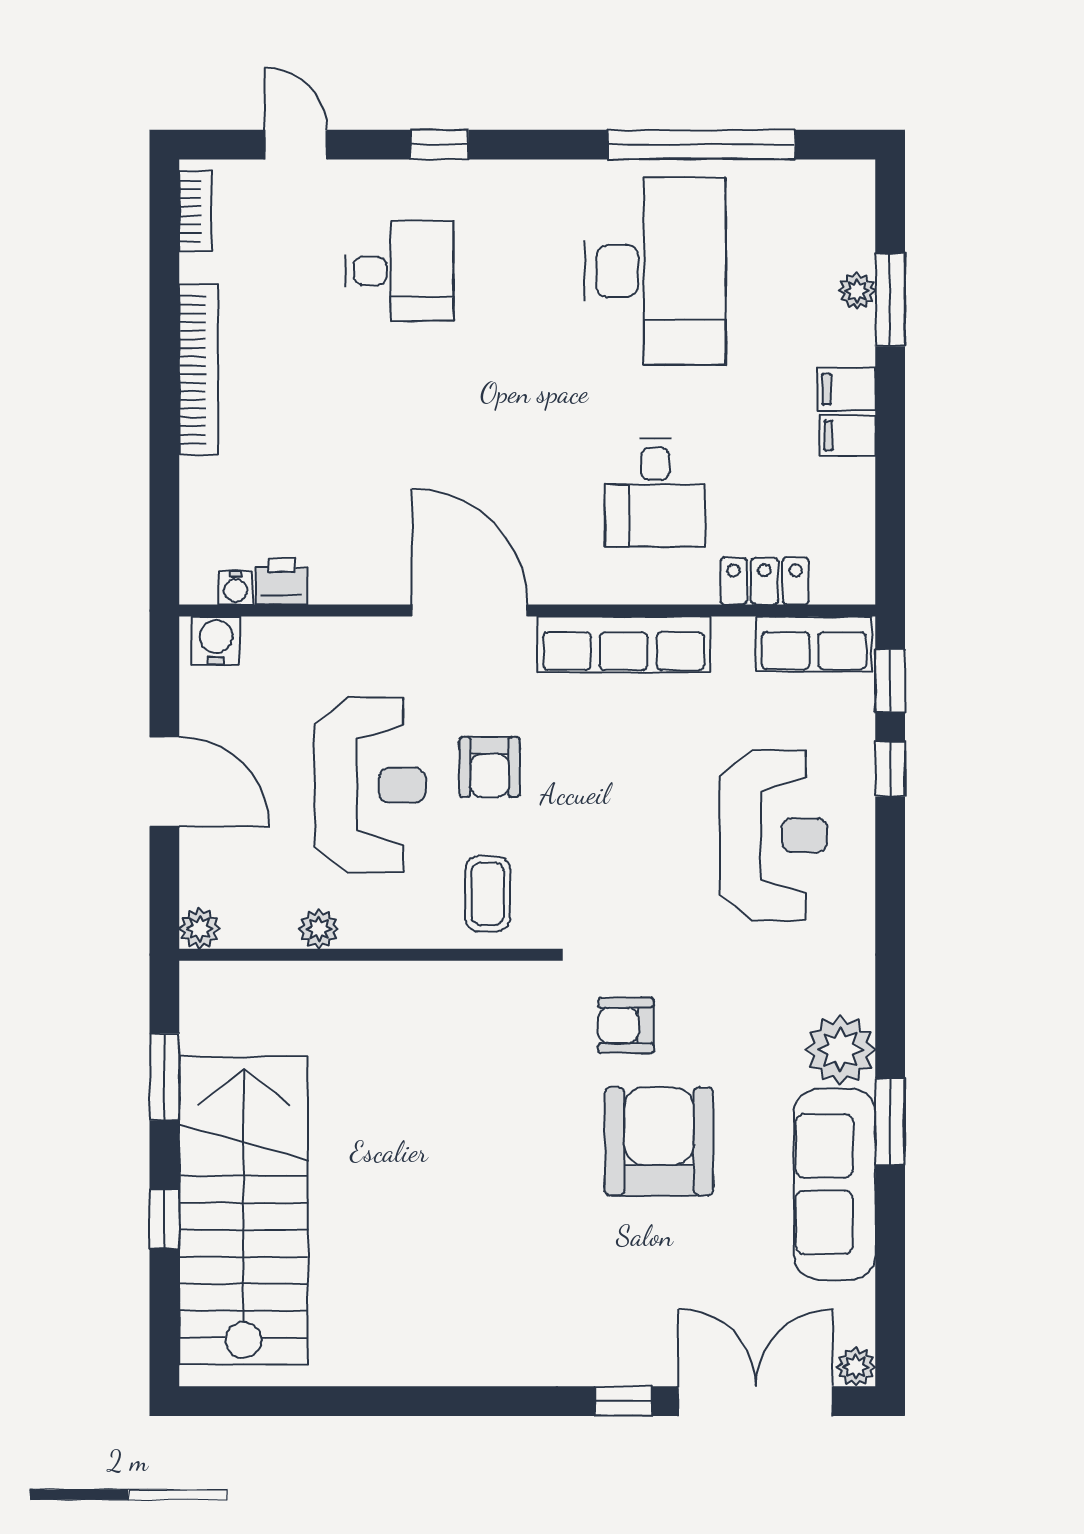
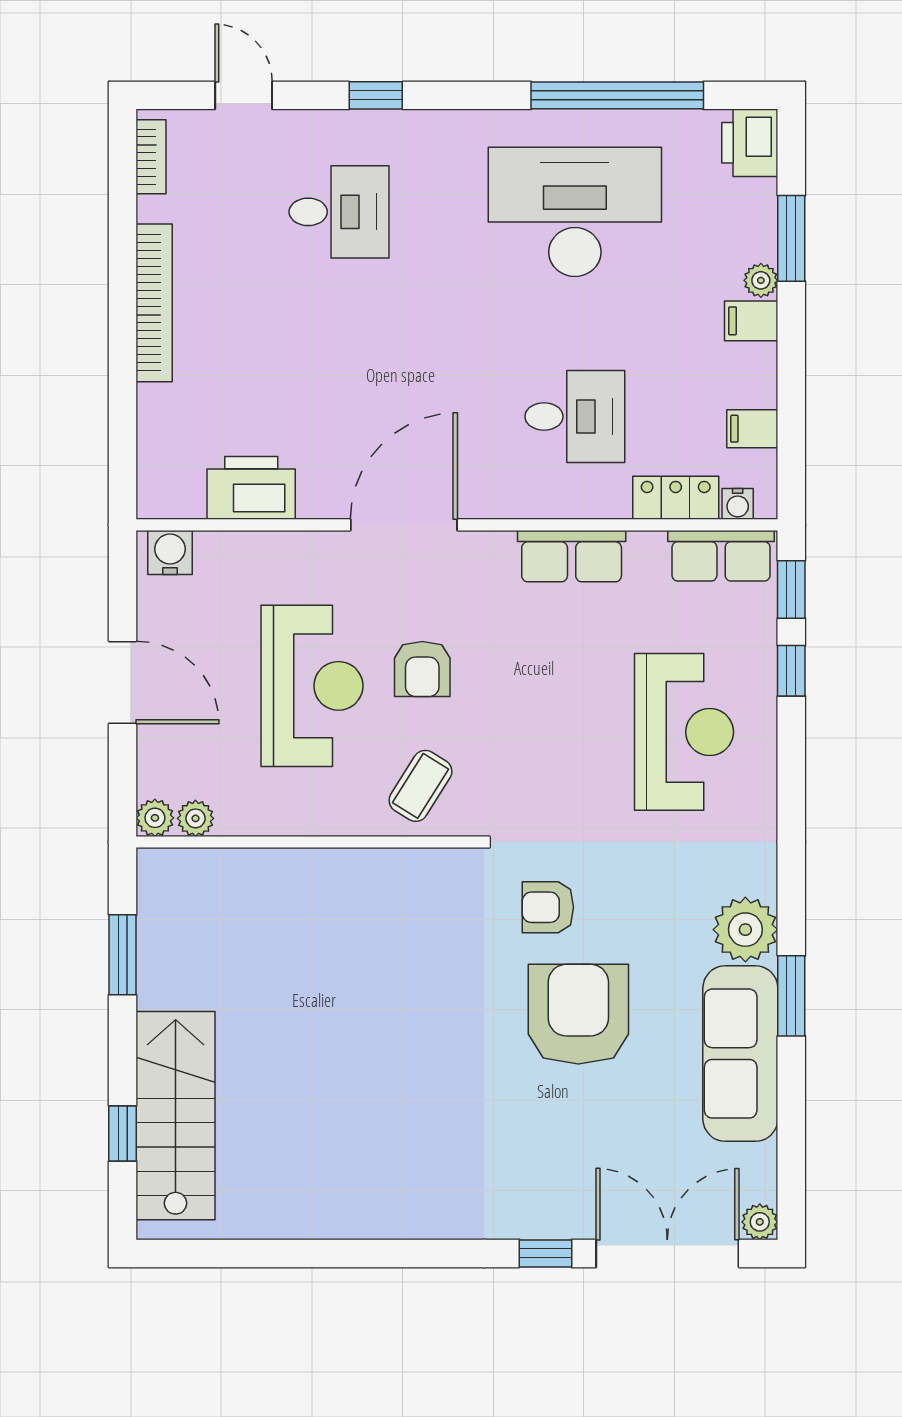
printer: (845, 196) -> (750, 143), added
desk: (655, 271) -> (575, 212), turned -90
plant: (857, 291) -> (761, 280), moved
filing cabinet: (848, 435) -> (752, 429), moved
desk: (655, 493) -> (575, 417), turned -90
printer: (282, 581) -> (251, 488), width x1.87, depth x1.48
water cooler: (236, 588) -> (738, 504), moved
door: (470, 611) -> (404, 525), hinge flipped
row of seats: (624, 644) -> (572, 556), width x0.68
coffee table: (488, 894) -> (420, 786), turned 32
plant: (319, 929) -> (195, 818), moved
stairs: (244, 1210) -> (176, 1116), width x0.73, depth x0.66
window: (164, 1219) -> (123, 1133), moved

